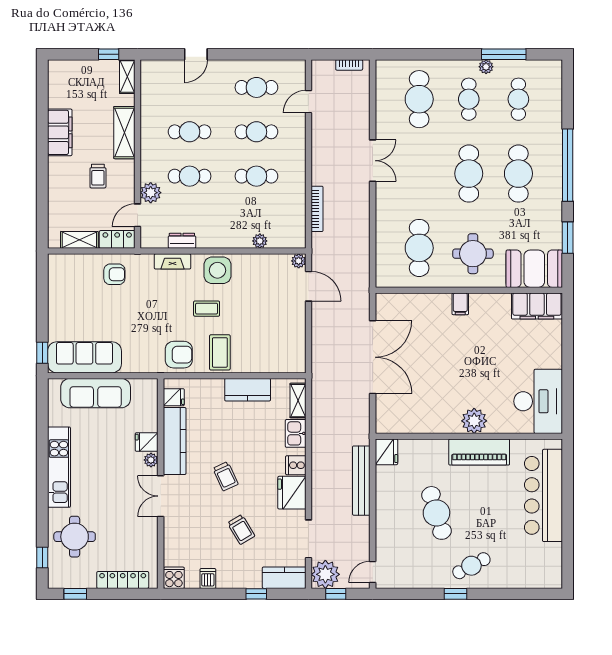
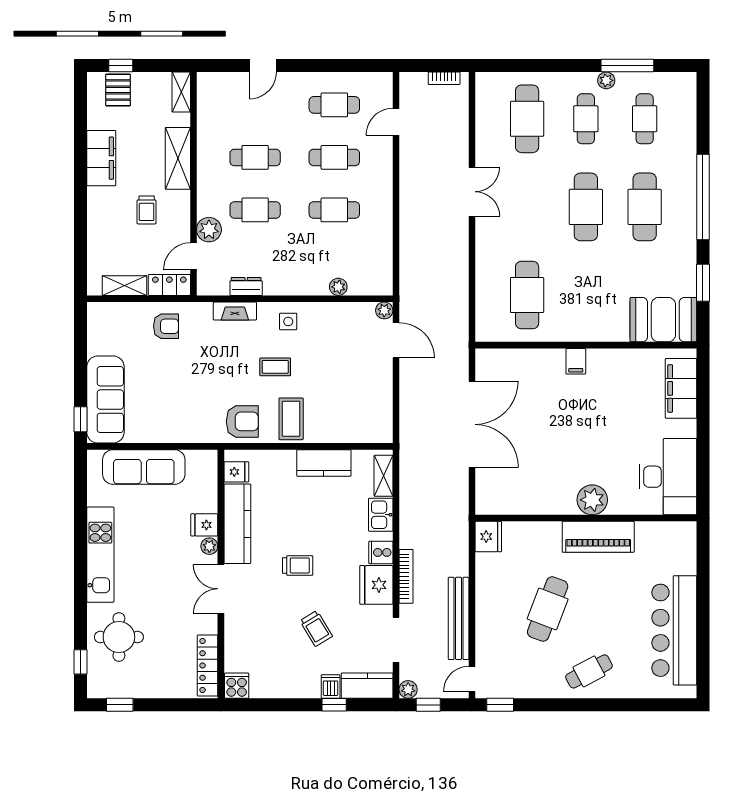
window: (109, 54) -> (121, 66), moved
pallet: (74, 75) -> (118, 90), added
bookcase: (317, 209) -> (406, 576), moved
round table: (473, 254) -> (591, 302), removed
side table: (218, 270) -> (288, 321), width x0.54, depth x0.54
filing cabinet: (537, 306) -> (681, 388), moved, turned 90
sofa: (84, 357) -> (105, 400), moved, turned 90
trolley: (225, 476) -> (298, 566), turned -65
bench: (361, 481) -> (459, 618), moved
bar counter: (543, 495) -> (674, 630), moved
cafe table: (436, 513) -> (548, 609), turned 38
plant: (325, 574) -> (408, 689), width x0.53, depth x0.53
dishwasher: (208, 578) -> (331, 687), moved
locker: (123, 580) -> (208, 665), moved, turned -90
window: (456, 594) -> (500, 705), moved

